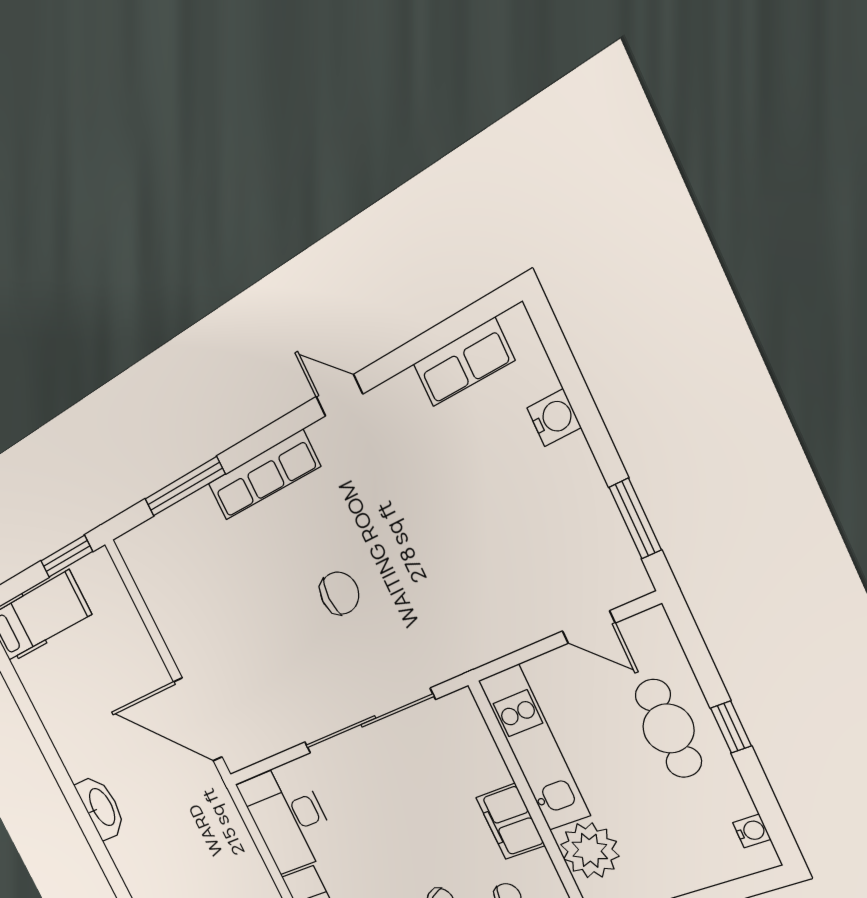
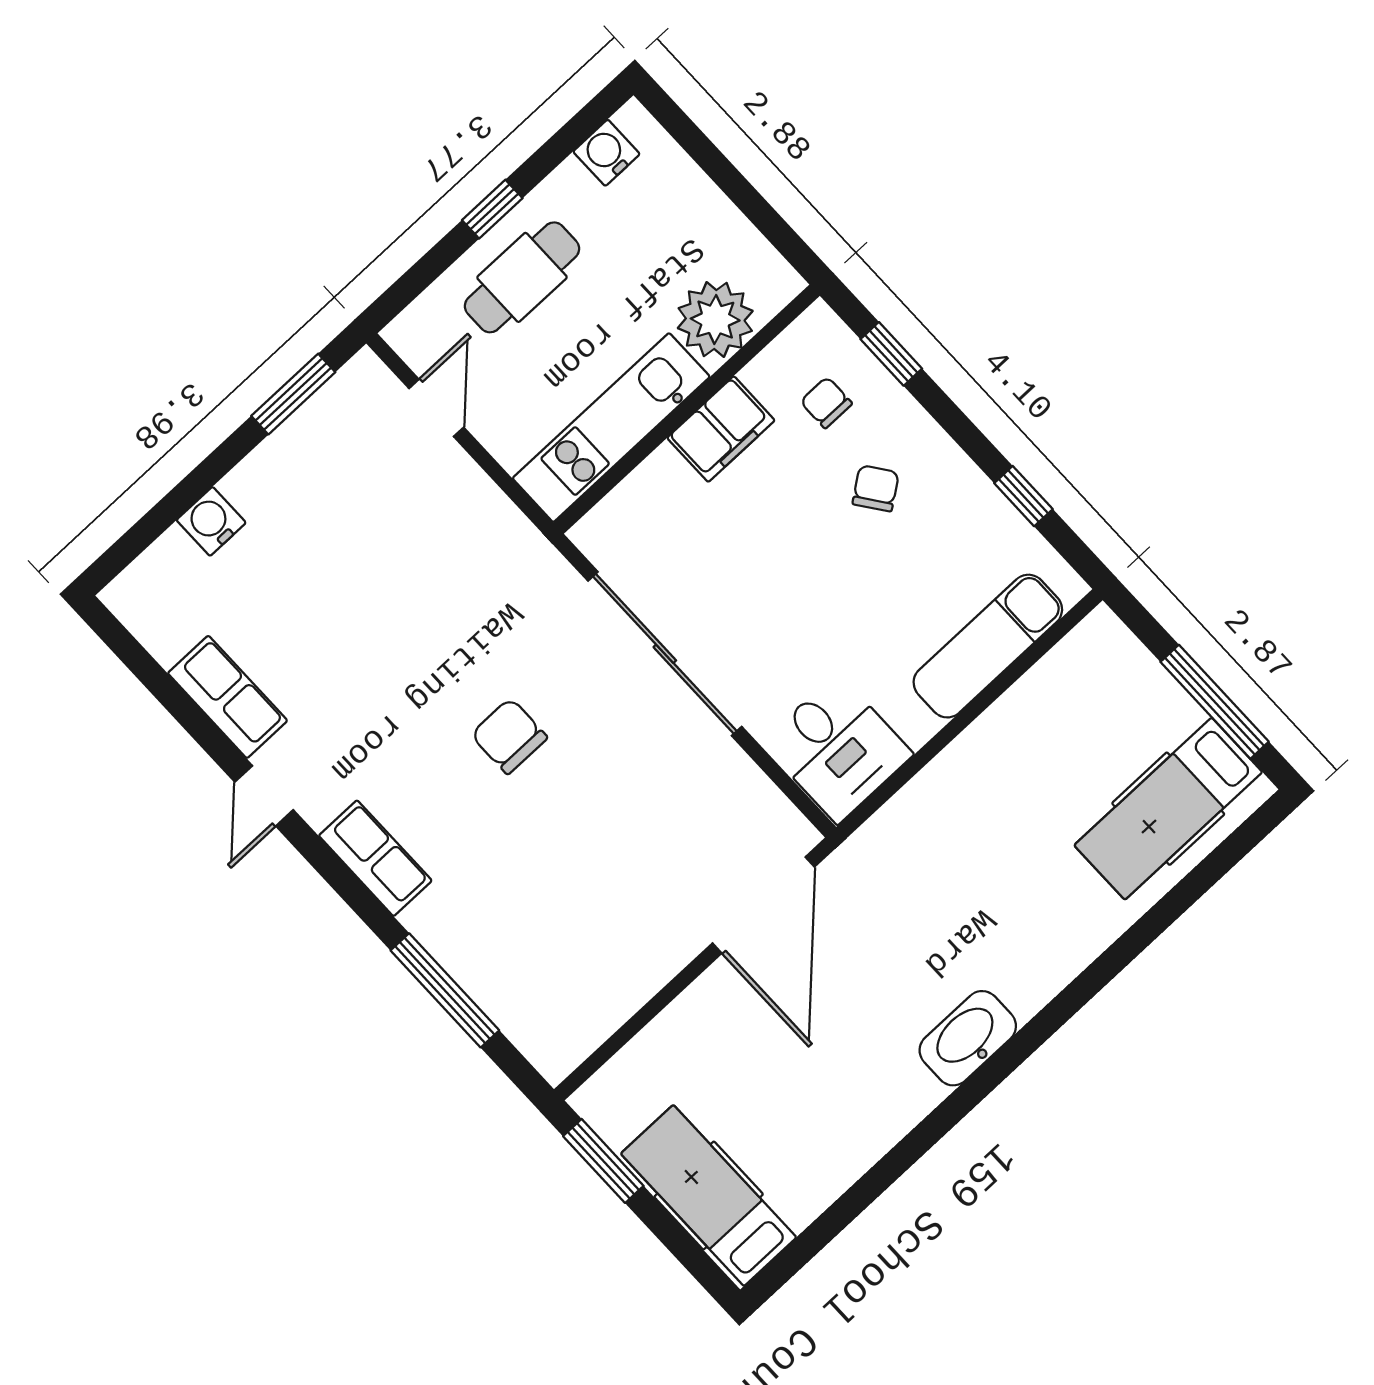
row of seats: (464, 362) -> (228, 697), moved
row of seats: (264, 475) -> (375, 858), width x0.68
desk: (288, 818) -> (837, 748), width x0.73
water cooler: (752, 831) -> (606, 153), width x1.38, depth x1.38

